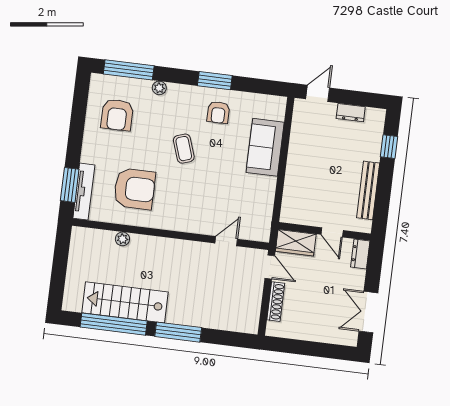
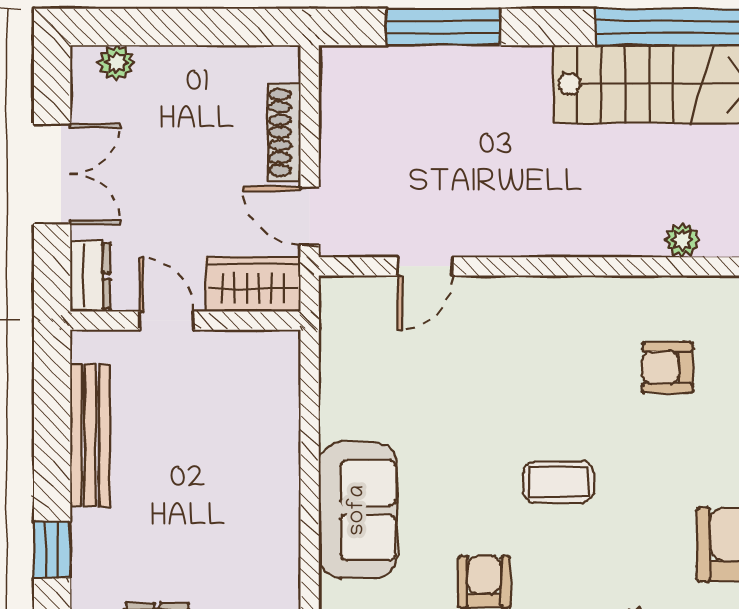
coffee table: (184, 149) -> (559, 482), turned -71
armchair: (135, 189) -> (668, 367), width x0.53, depth x0.53
double door: (368, 312) -> (52, 174), moved
window: (178, 332) -> (443, 27), moved
plant: (339, 338) -> (117, 63), added

